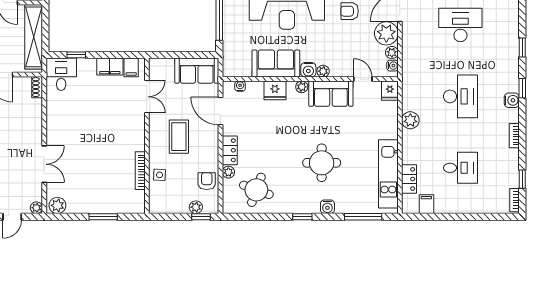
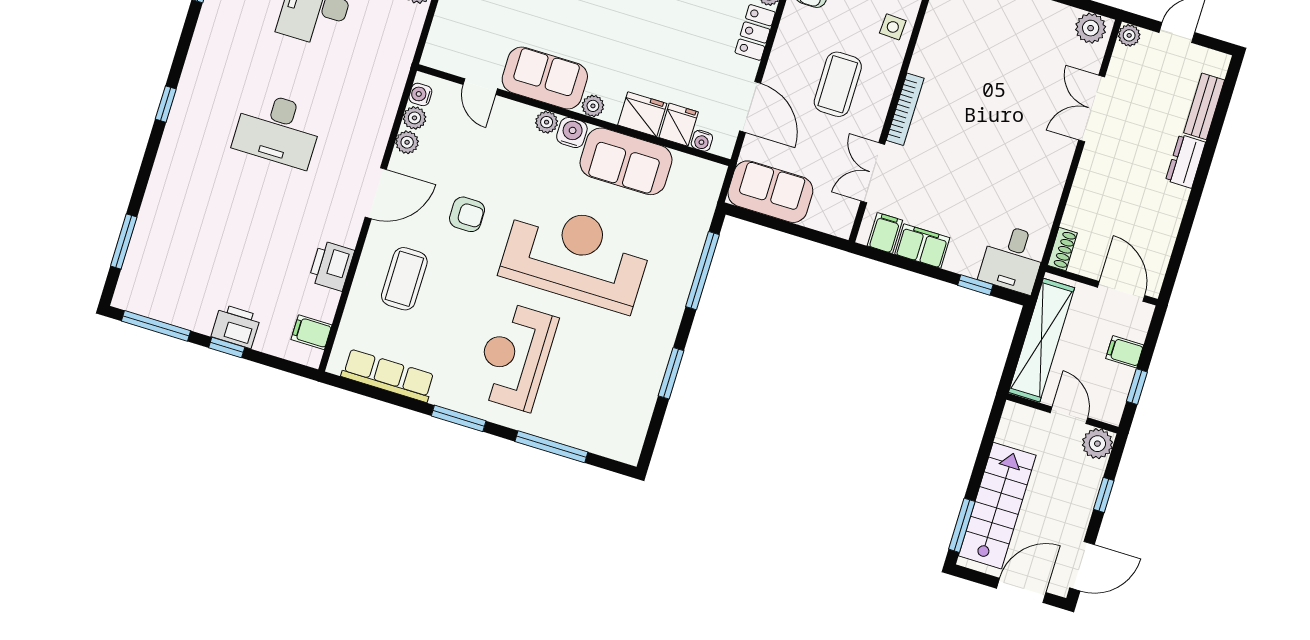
plant: (386, 33) -> (407, 142), width x0.53, depth x0.53
window: (522, 47) -> (166, 104), moved
fridge: (390, 91) -> (679, 125), moved
bookcase: (140, 171) -> (905, 109), moved

